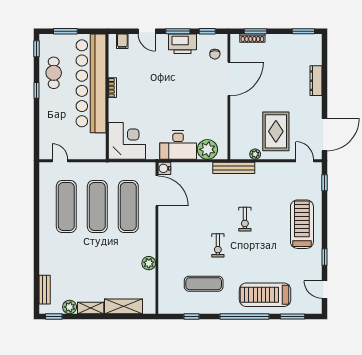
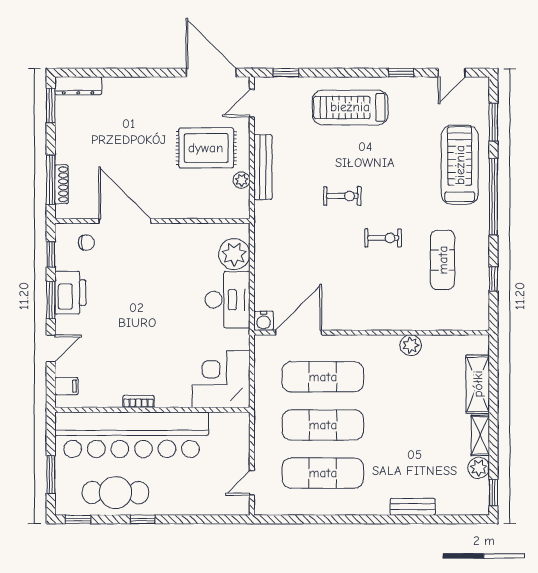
window: (255, 31) -> (51, 180), width x1.44
cafe table: (54, 73) -> (115, 493), width x1.37, depth x1.35
dresser: (316, 81) -> (78, 86), moved
bench: (234, 168) -> (263, 167), moved
bench: (45, 290) -> (413, 507), moved
treadmill: (265, 295) -> (460, 165), turned 180

